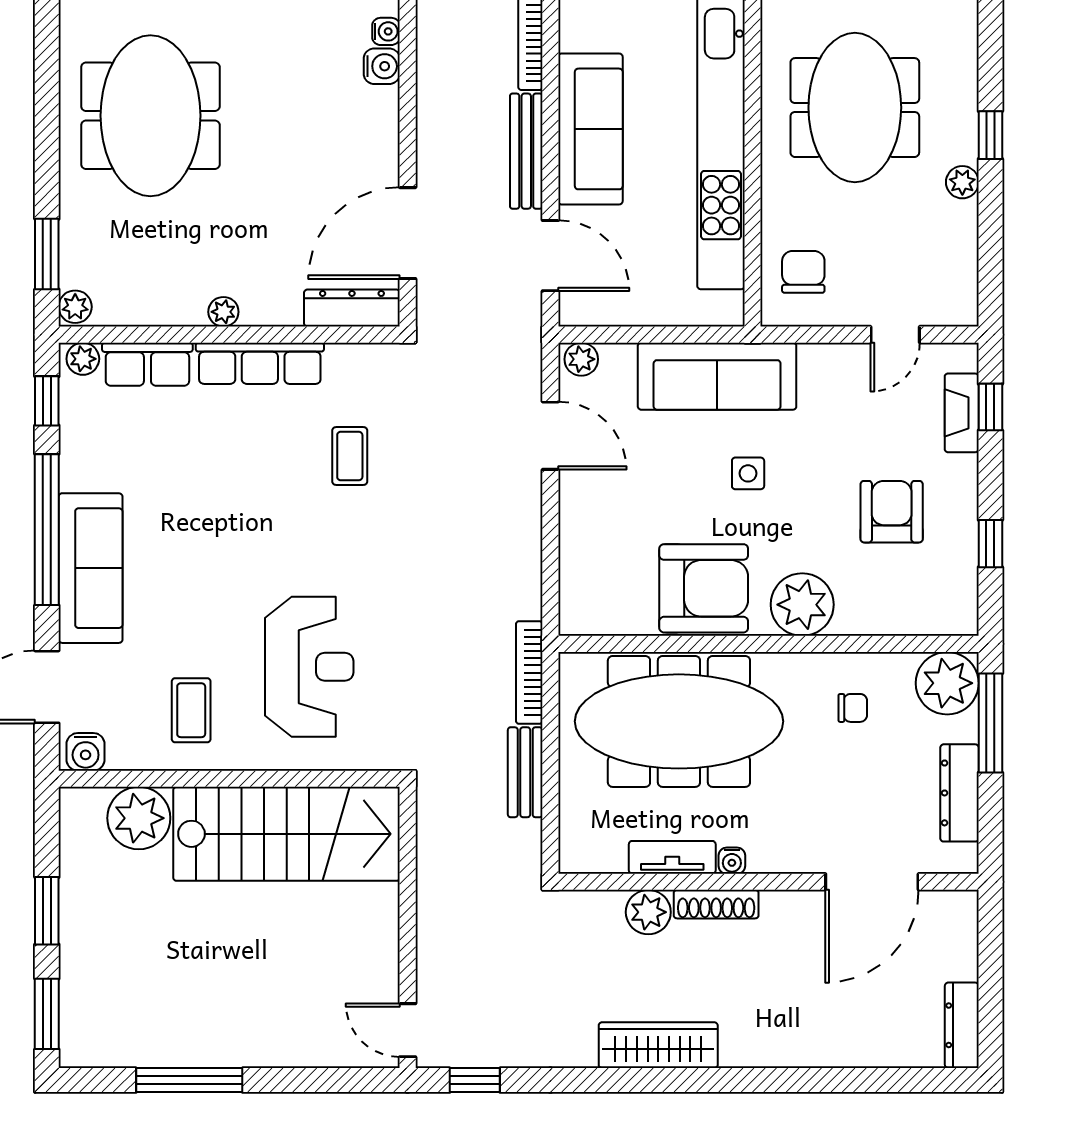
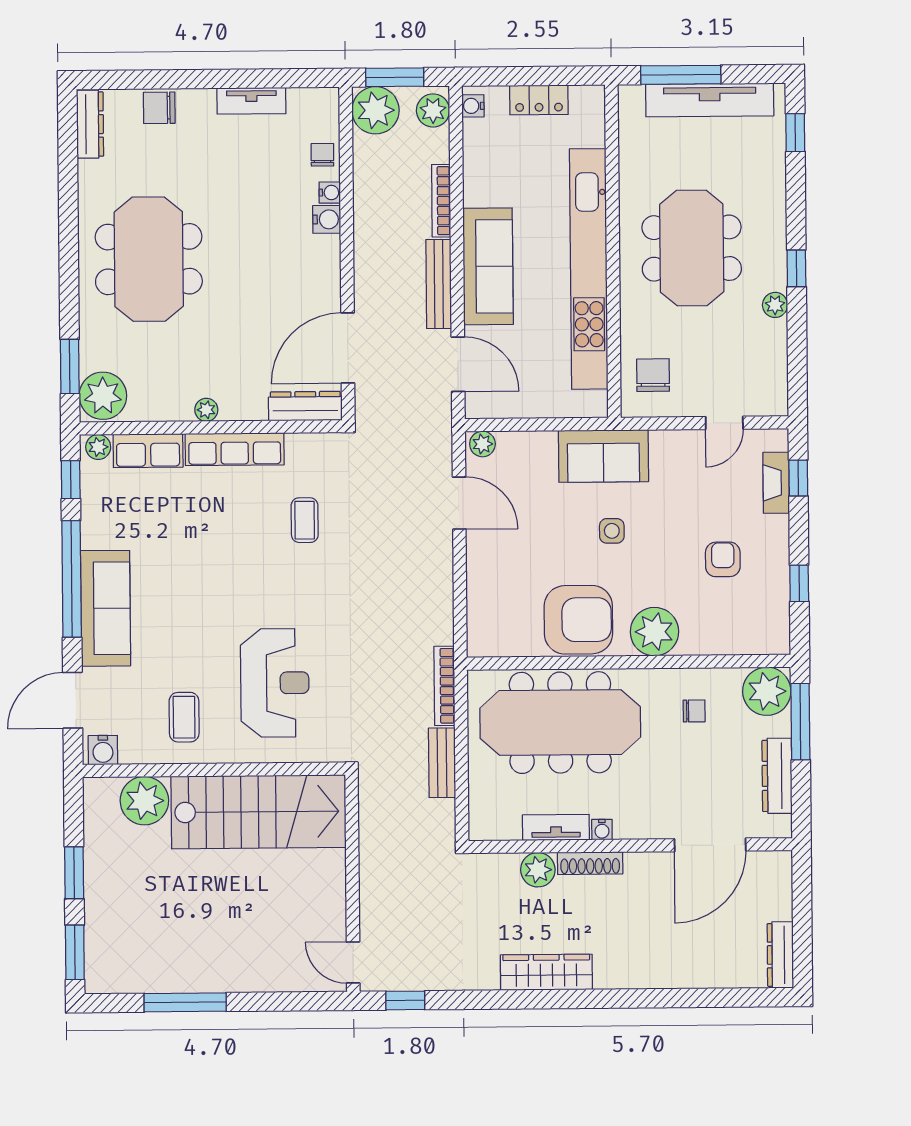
plant: (75, 307) -> (103, 396), width x1.87, depth x1.87
sofa: (717, 376) -> (603, 456), width x0.73
armchair: (892, 512) -> (723, 559), width x0.72, depth x0.72

